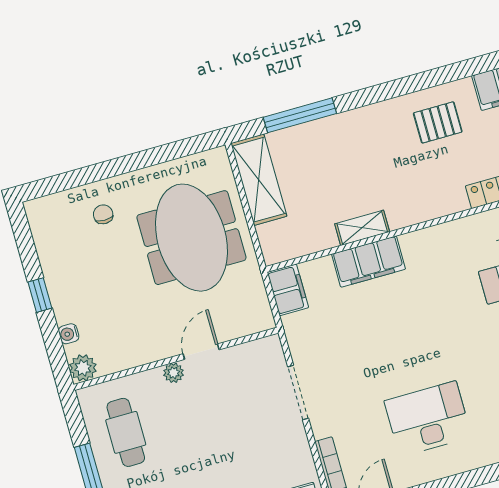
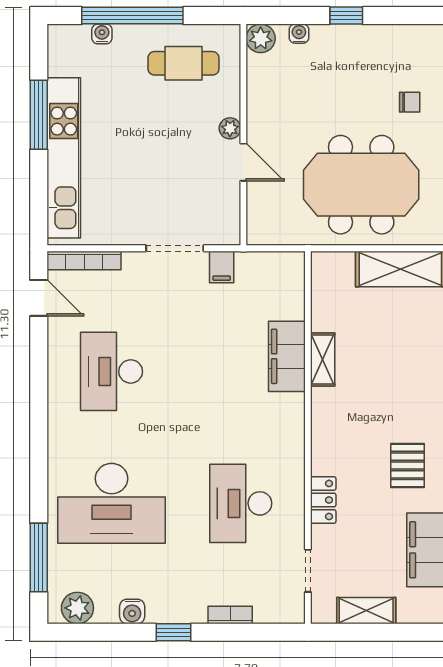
filing cabinet: (288, 290) -> (222, 267), moved, width x0.50
desk: (428, 419) -> (112, 371), turned 180

